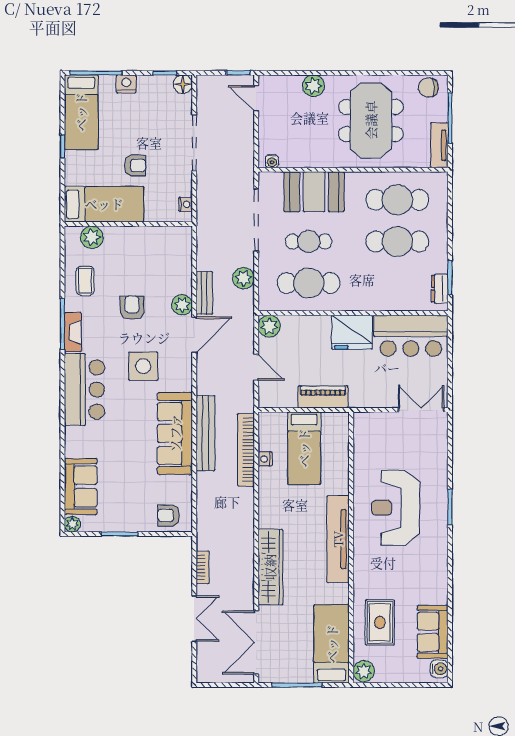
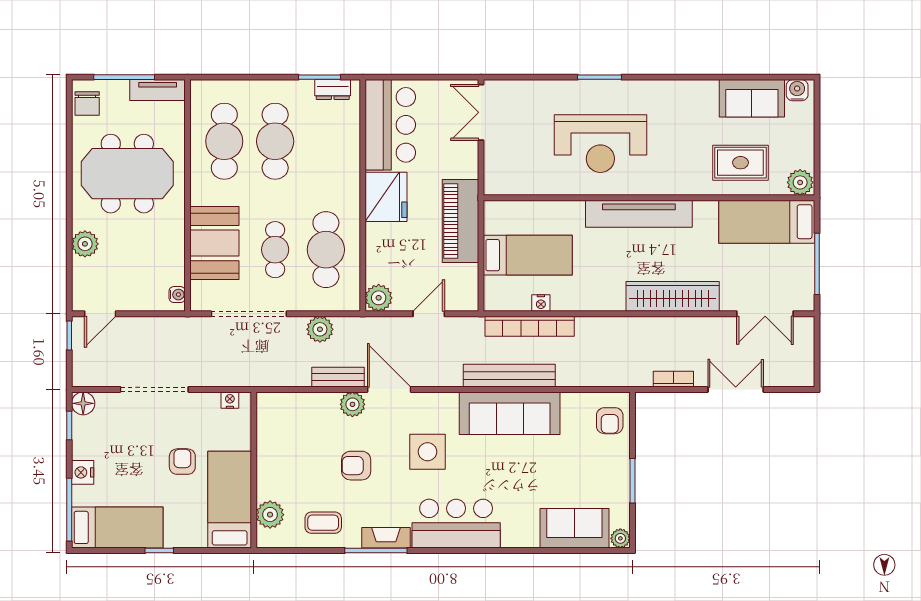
piano: (323, 397) -> (461, 221), width x1.37, depth x1.33
double door: (256, 643) -> (765, 314), width x0.73

